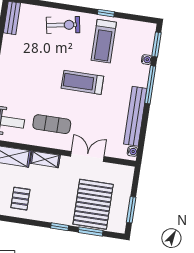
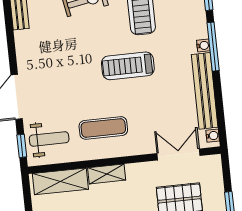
water cooler: (147, 60) -> (203, 46), moved
double door: (87, 156) -> (178, 154), moved

